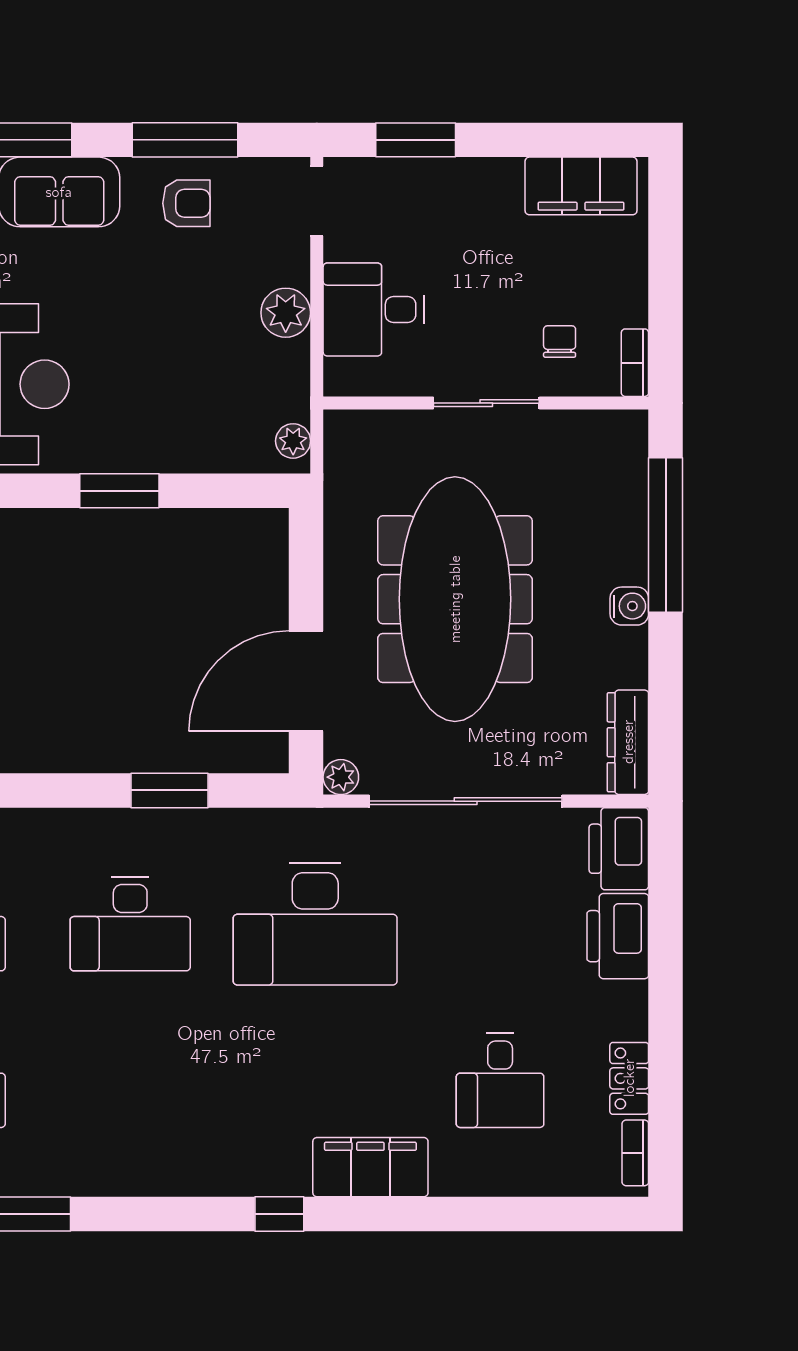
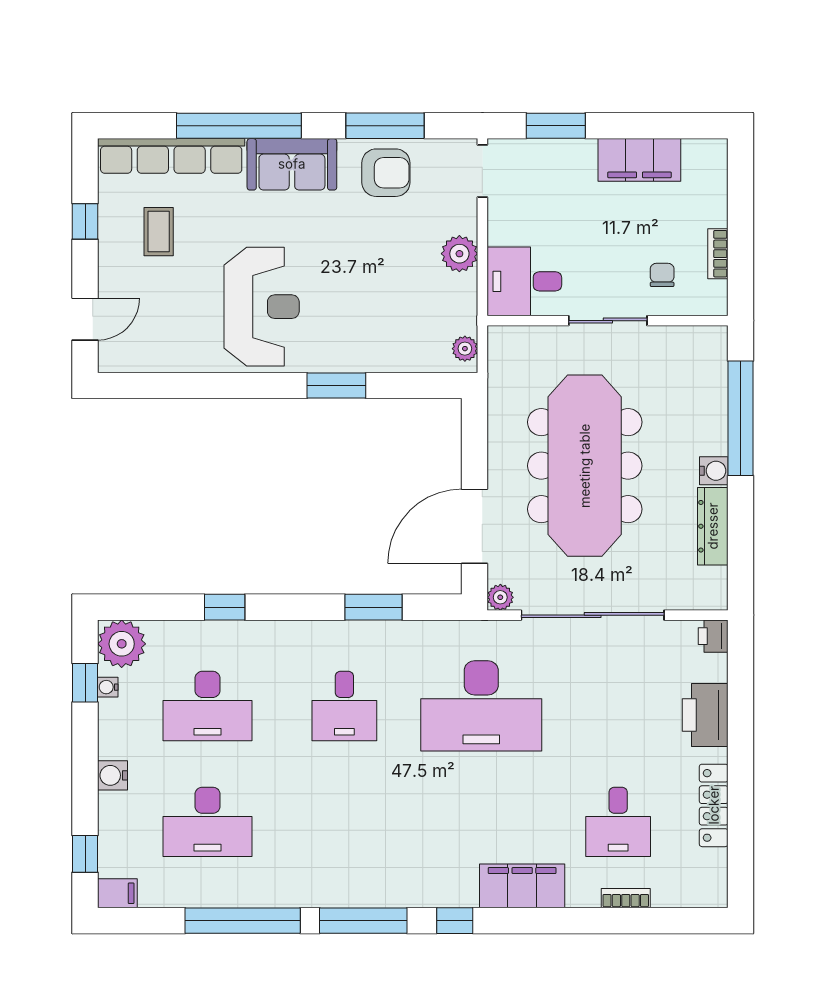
filing cabinet: (581, 186) -> (639, 160), moved
armchair: (186, 203) -> (386, 173), width x1.38, depth x1.38
desk: (373, 309) -> (524, 281), moved
bookcase: (635, 363) -> (718, 254), moved
dresser: (628, 742) -> (713, 526), moved
printer: (619, 849) -> (713, 636), width x0.53, depth x0.68
desk: (130, 924) -> (344, 706), width x0.73
locker: (629, 1078) -> (714, 805), width x1.53
bookcase: (635, 1153) -> (626, 898), moved, turned 90
window: (156, 1214) -> (363, 921), added

